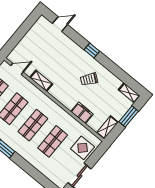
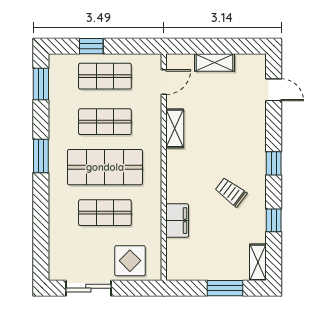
door: (17, 69) -> (164, 82), hinge flipped
window: (117, 71) -> (274, 220), added
shop shelf: (33, 125) -> (105, 167), width x1.43, depth x1.36
shelving: (107, 127) -> (214, 63), moved

